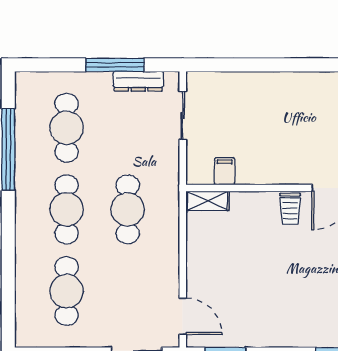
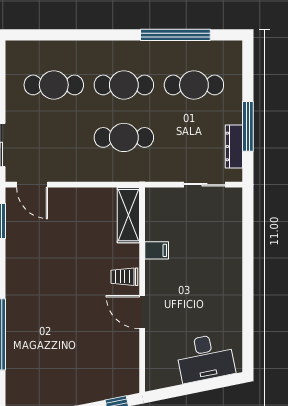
filing cabinet: (225, 171) -> (157, 250), moved
shelving: (208, 201) -> (128, 215), width x1.50, depth x1.33
door: (183, 316) -> (32, 185), hinge flipped

